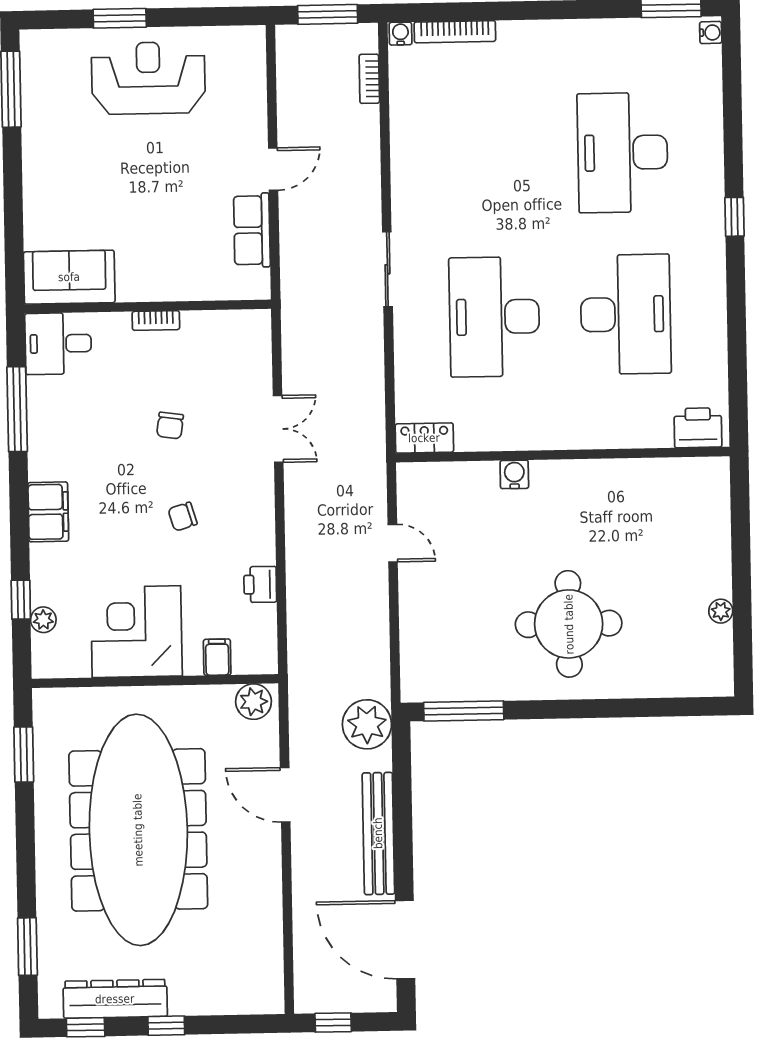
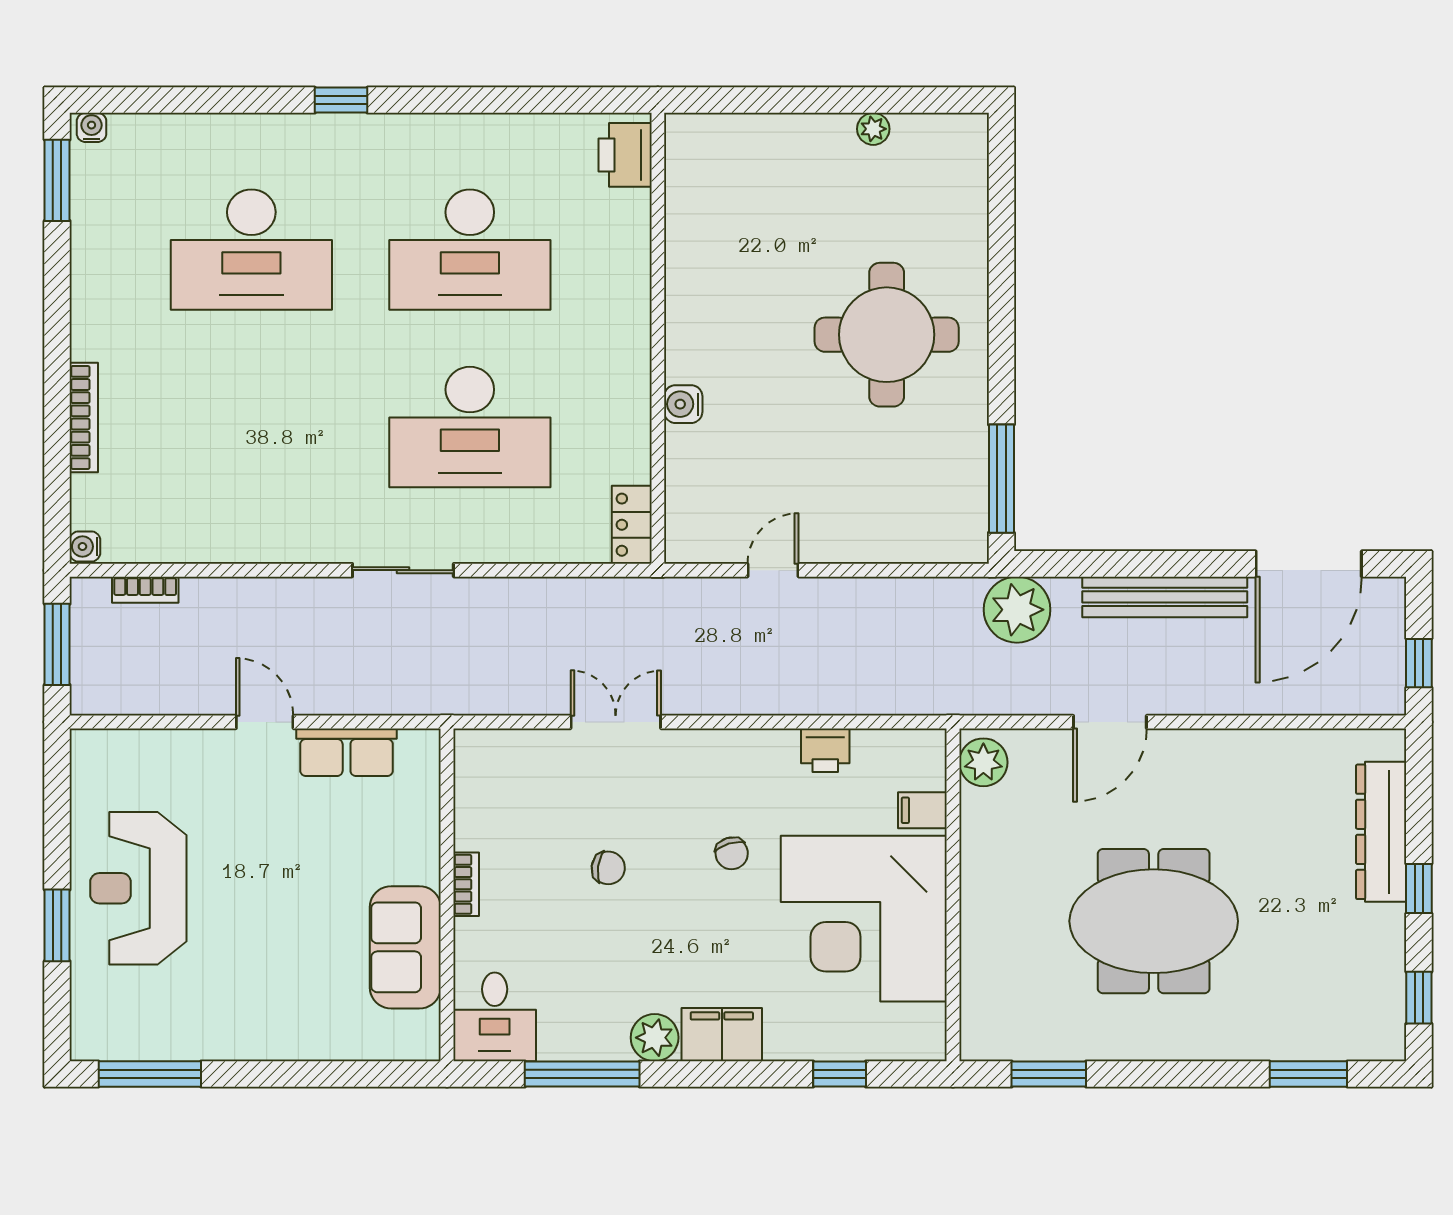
bookcase: (455, 32) -> (84, 417), moved
sofa: (69, 277) -> (405, 947), moved
desk: (626, 314) -> (470, 250), turned 180
plant: (43, 620) -> (655, 1038), moved, width x1.38, depth x1.38
corner desk: (136, 632) -> (864, 919), width x1.36, depth x1.36
meeting table: (138, 830) -> (1154, 921), width x0.54, depth x0.79
dresser: (115, 999) -> (1381, 832), moved

